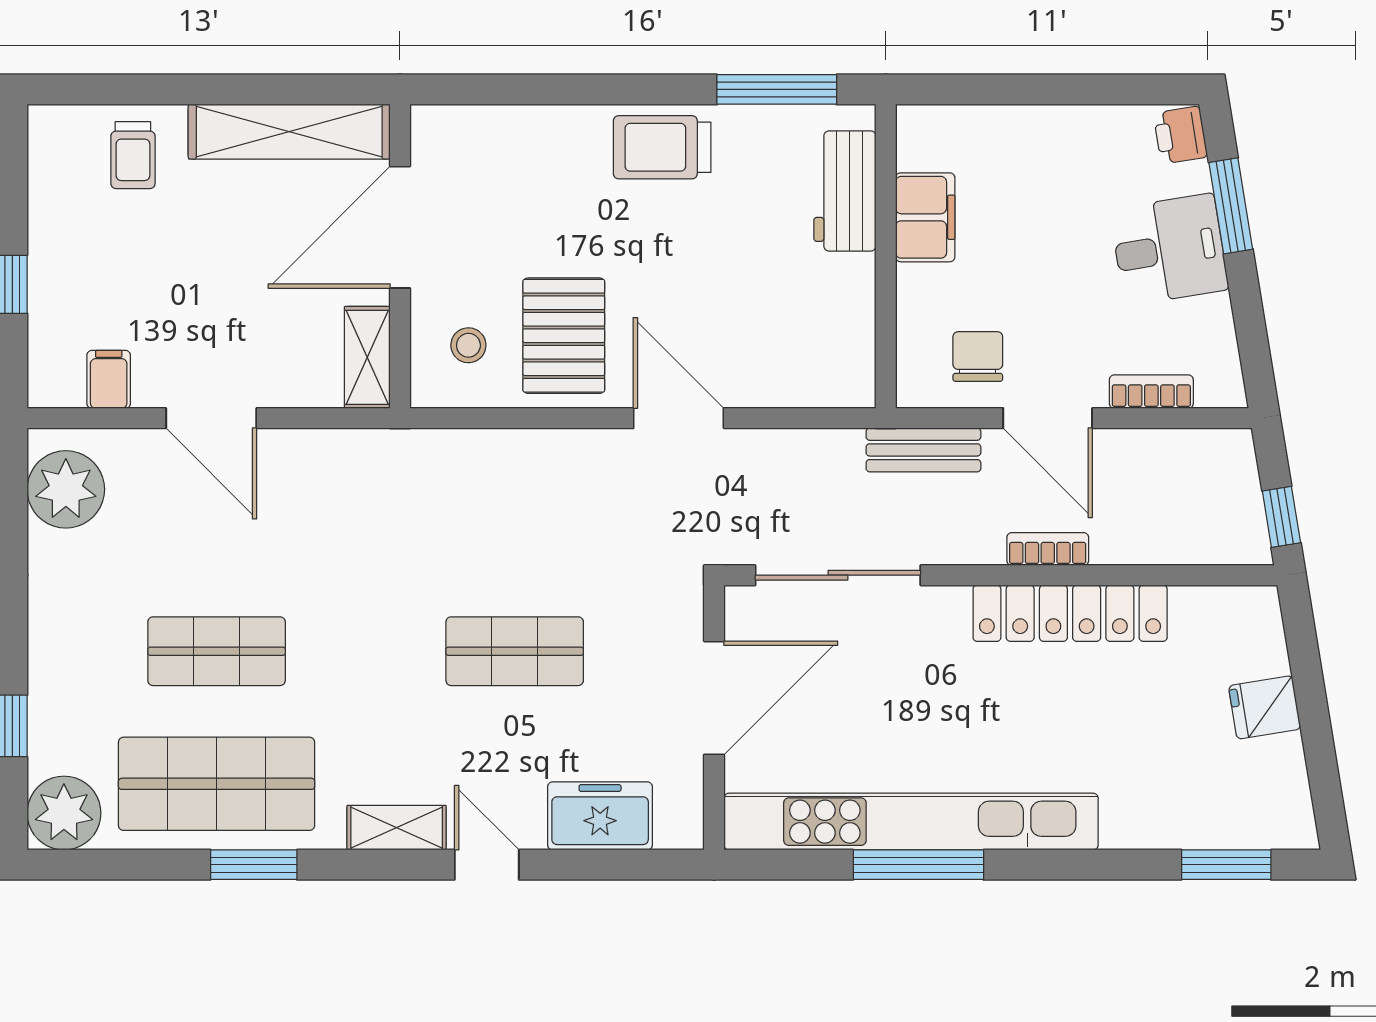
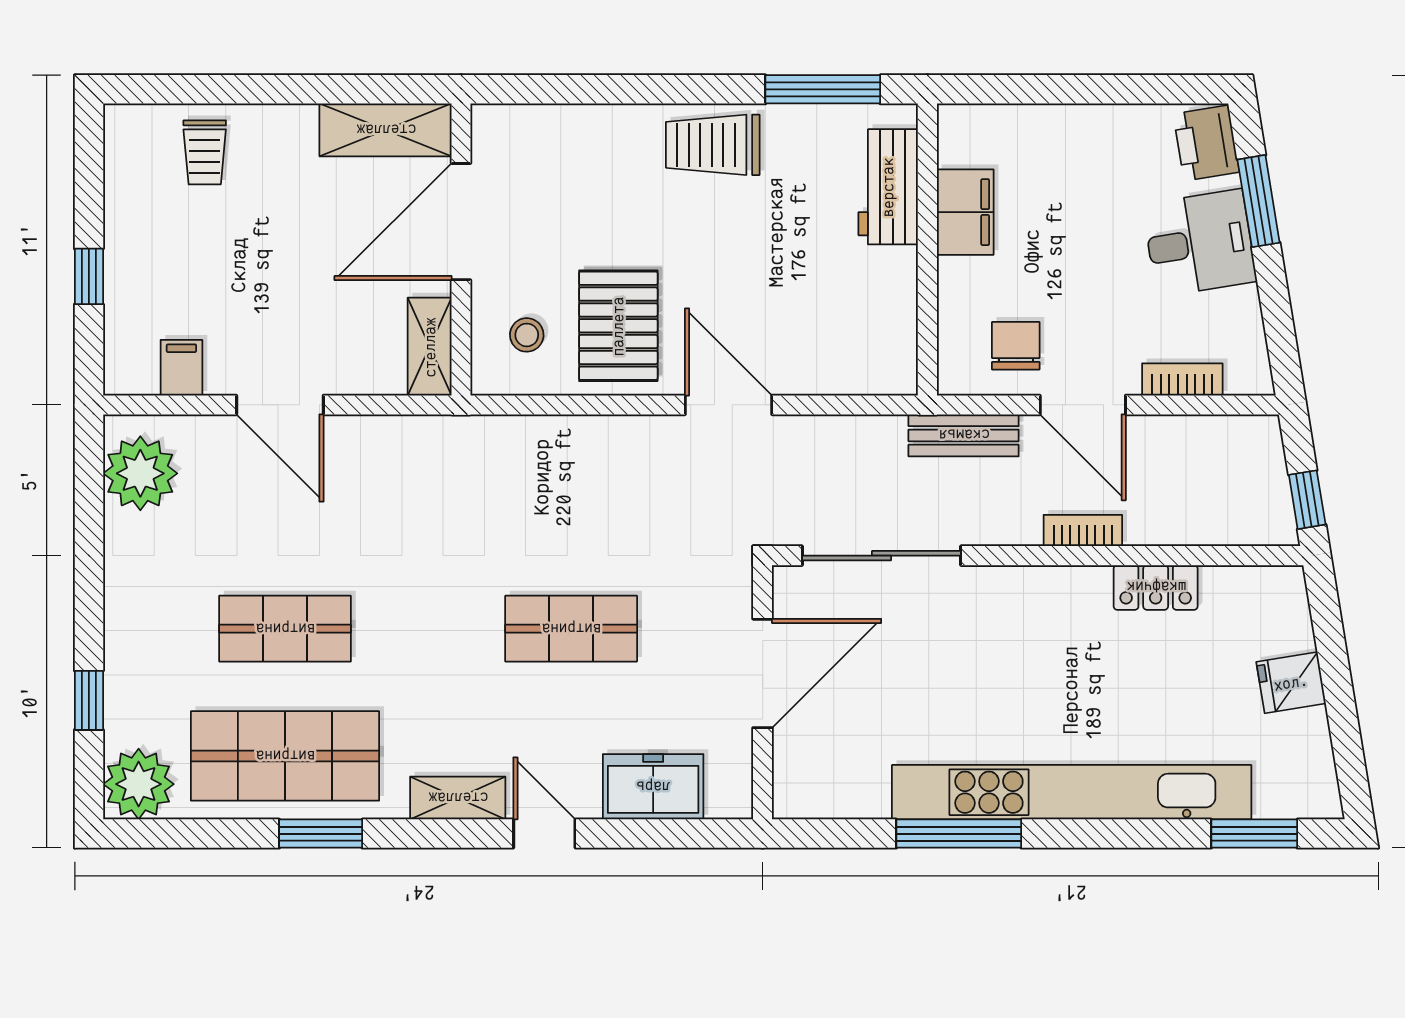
shelving: (289, 132) -> (386, 130), width x0.68
printer: (1180, 135) -> (1206, 143), width x1.36, depth x1.24
locker: (1070, 613) -> (1156, 587), width x0.46, depth x0.83
kitchen unit: (911, 822) -> (1072, 792), moved

